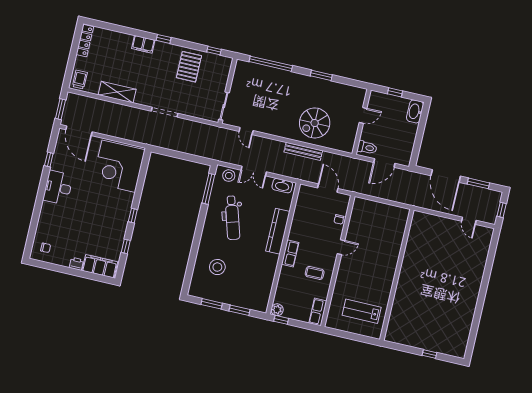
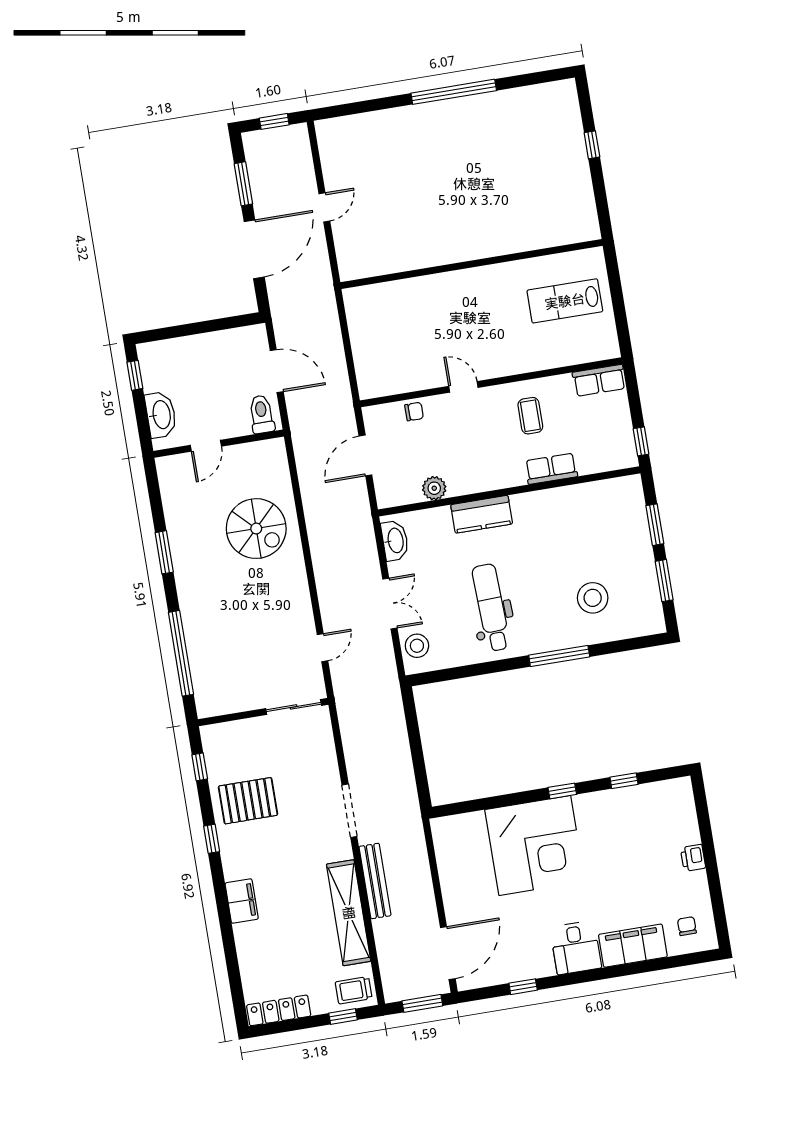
window: (164, 39) -> (212, 839), moved
window: (70, 70) -> (343, 1016), added
shelving: (117, 92) -> (349, 913), width x1.47
window: (395, 92) -> (135, 375), moved
washbasin: (415, 111) -> (161, 415), moved, turned -90
door: (363, 115) -> (206, 446), swing flipped
bench: (303, 151) -> (375, 881), moved
corner desk: (119, 166) -> (535, 845), moved
desk: (58, 188) -> (576, 947), width x0.73
window: (208, 189) -> (559, 656), moved
dental chair: (232, 218) -> (491, 608), turned -75
door: (469, 221) -> (324, 207), moved
kitchen counter: (278, 231) -> (482, 514), width x0.67
row of seats: (290, 253) -> (551, 469), moved
filing cabinet: (100, 266) -> (633, 946), moved, turned 90
window: (481, 300) -> (454, 92), added
plant: (277, 310) -> (434, 488), moved
lab bench: (362, 311) -> (565, 301), turned 90

